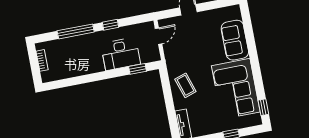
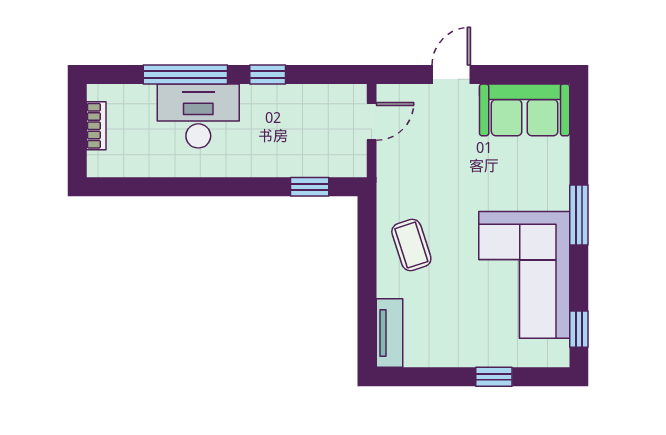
sofa: (235, 40) -> (525, 110), moved, turned -90
desk: (121, 54) -> (198, 116), moved, turned 180
window: (254, 59) -> (579, 215), added

